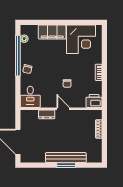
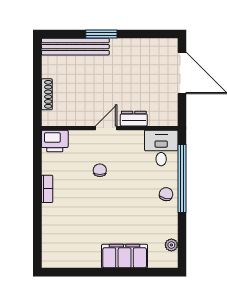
corner desk: (81, 39) -> (76, 244), removed
window: (18, 56) -> (182, 178), moved
door: (63, 109) -> (106, 128), swing flipped
bench: (66, 158) -> (75, 47), moved

